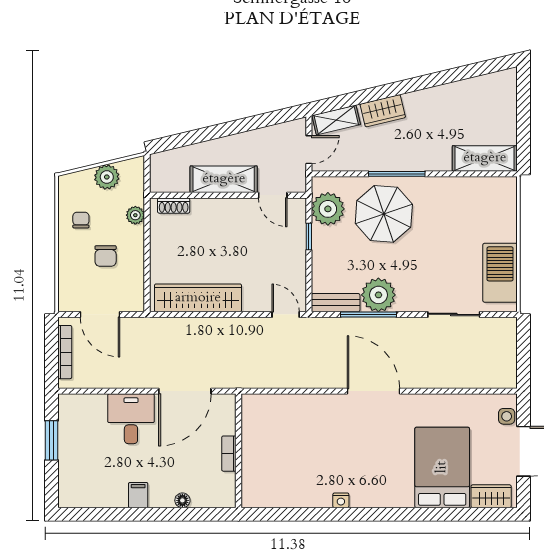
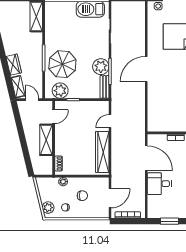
plant: (107, 177) -> (48, 208), moved
door: (286, 314) -> (110, 121), moved

